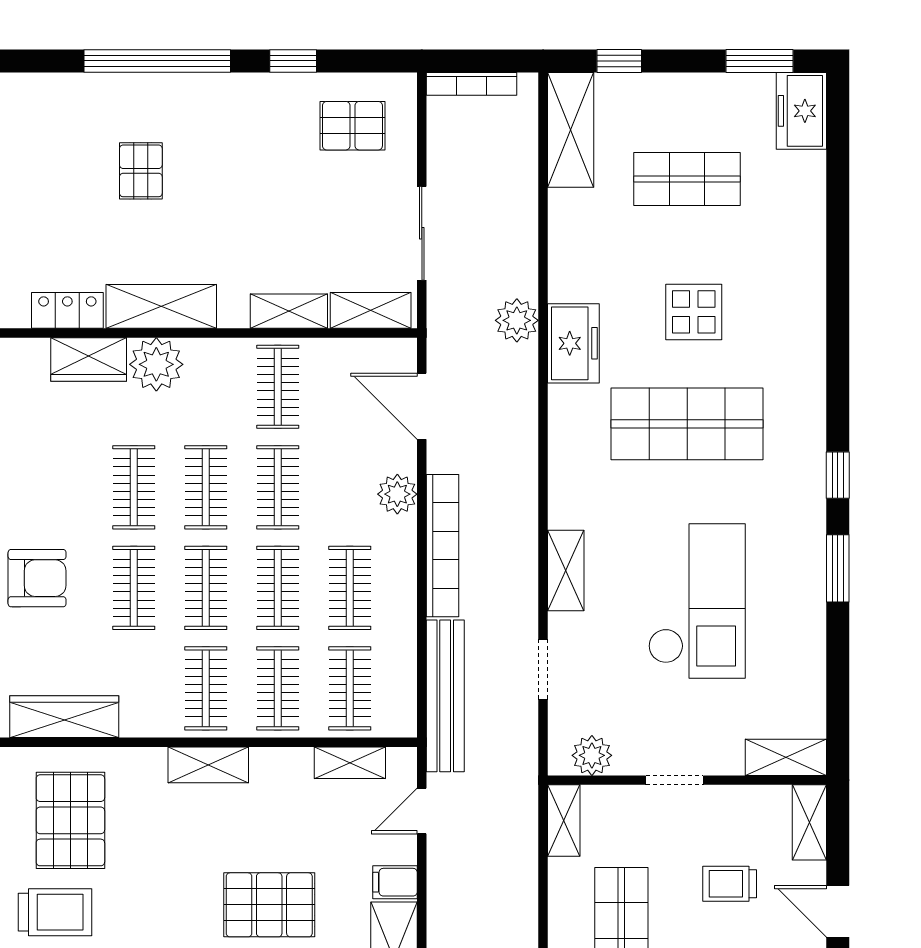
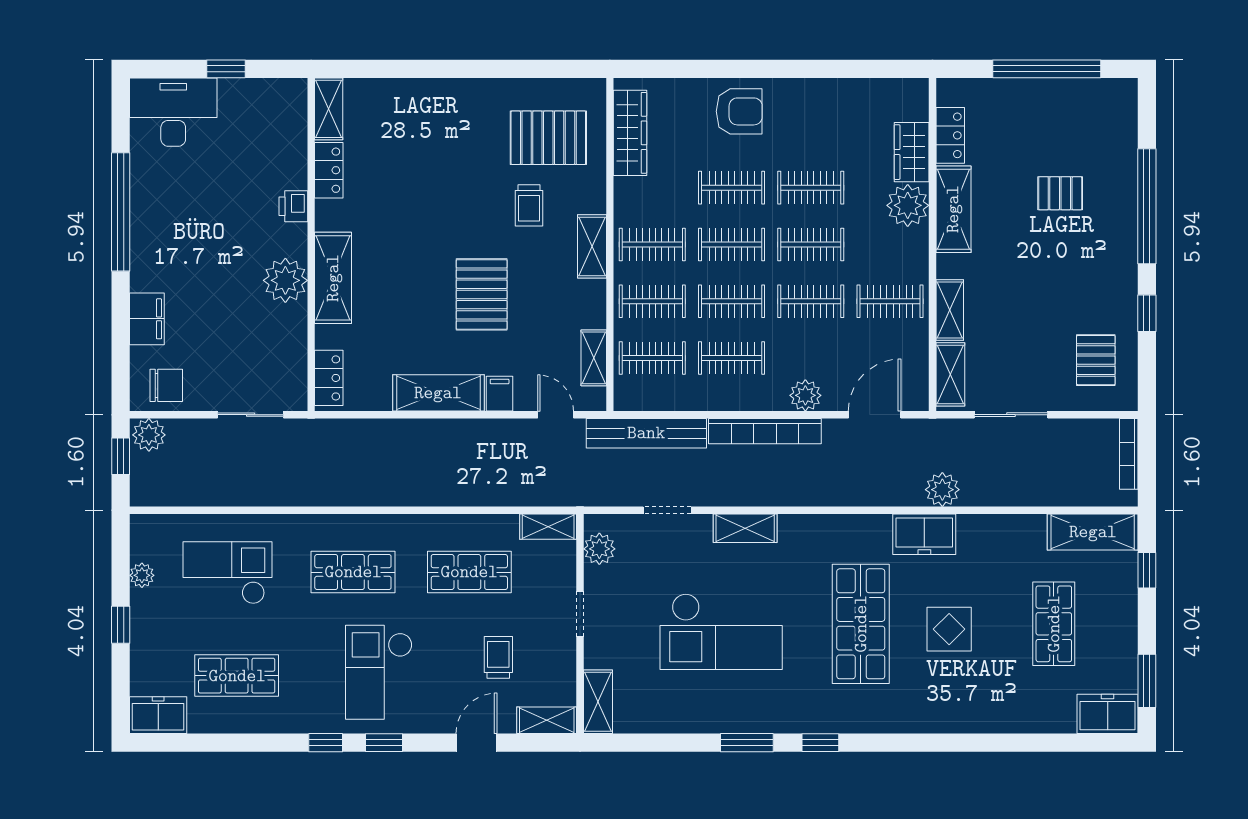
armchair: (37, 578) -> (739, 111), turned -90
trolley: (55, 912) -> (529, 205), moved, width x0.73, depth x0.72

